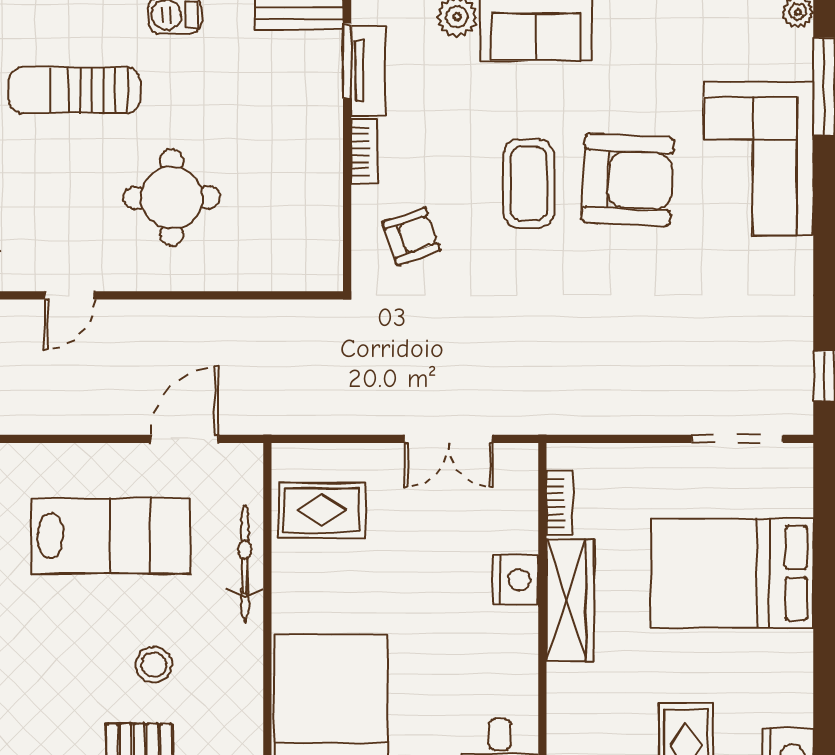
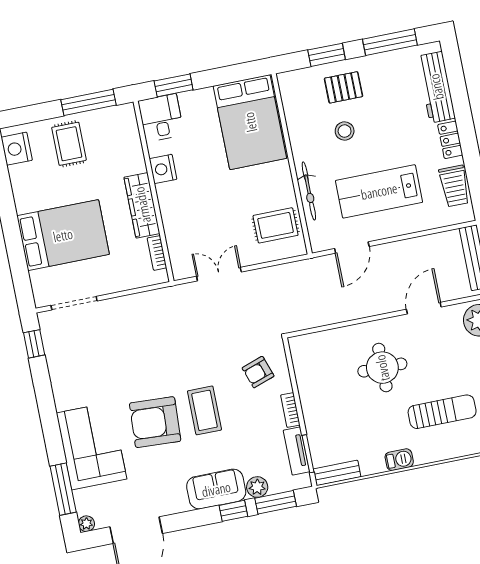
door: (70, 295) -> (424, 308), width x1.38
nightstand: (516, 580) -> (163, 169), moved

